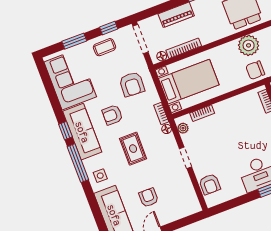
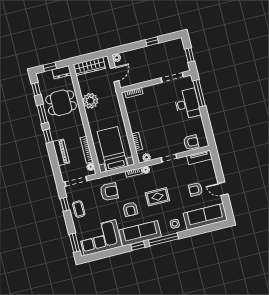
window: (74, 41) -> (74, 243), moved
chair: (255, 70) -> (110, 98), removed
tv unit: (191, 198) -> (199, 157), added

